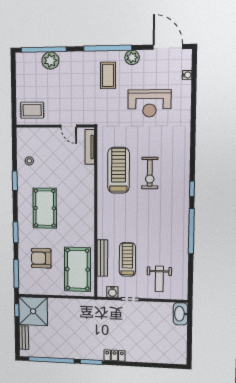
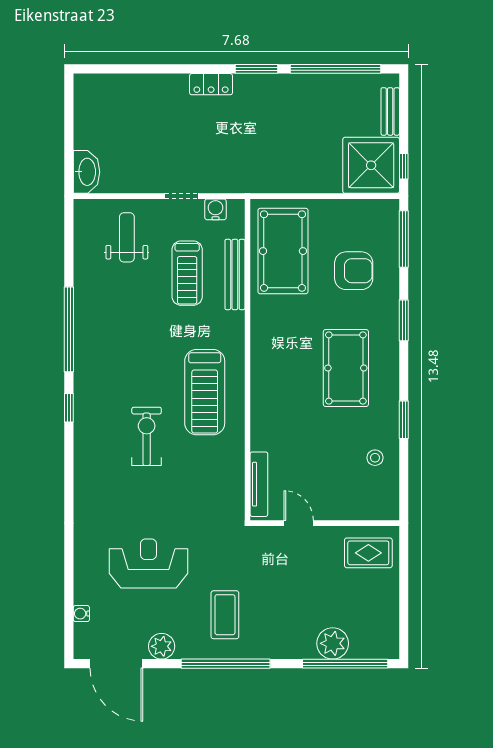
plant: (132, 57) -> (162, 646), moved
treadmill: (119, 170) -> (205, 392), moved

